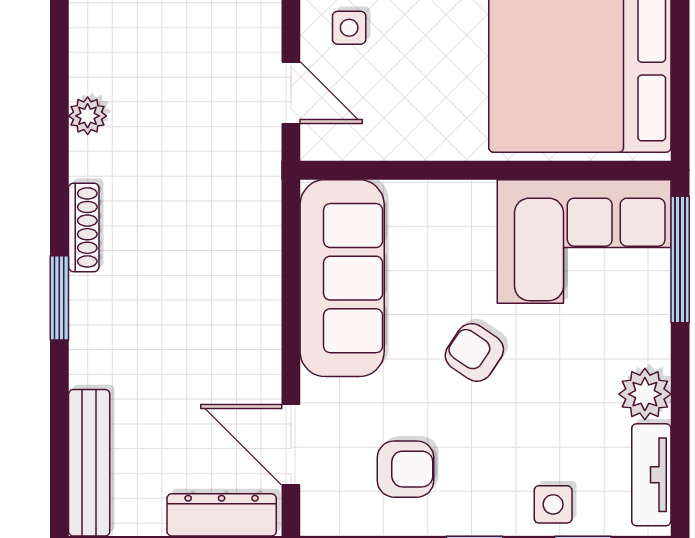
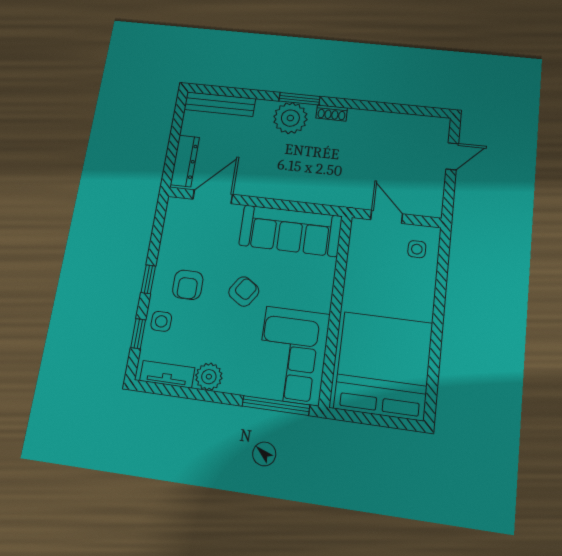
door: (291, 93) -> (387, 217), swing flipped
plant: (88, 116) -> (290, 118), moved, width x1.87, depth x1.87
shoe rack: (84, 227) -> (332, 113), width x0.70
armchair: (406, 469) -> (188, 285), moved

